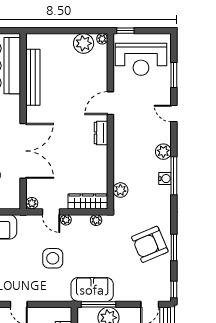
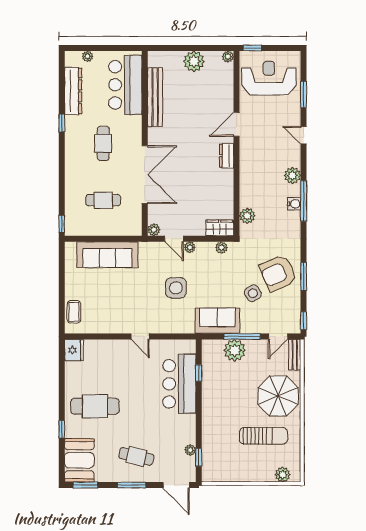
plant: (84, 43) -> (194, 61), moved
reception desk: (141, 59) -> (269, 78), turned 180
wardrobe: (88, 201) -> (220, 228), width x0.67
side table: (126, 263) -> (253, 293), added
window: (98, 304) -> (242, 336), moved

